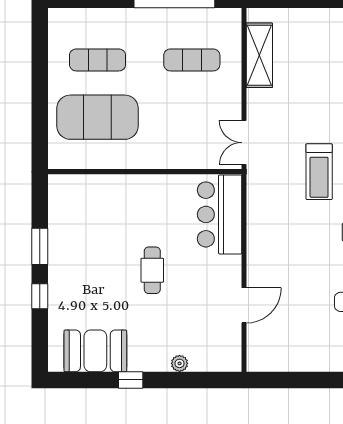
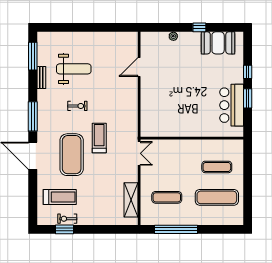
exercise mat: (98, 60) -> (217, 197), width x1.36, depth x1.45
exercise mat: (98, 117) -> (217, 167), width x0.50, depth x0.69
bar counter: (220, 214) -> (232, 105), moved, turned 180
cafe table: (152, 270) -> (188, 86), removed

